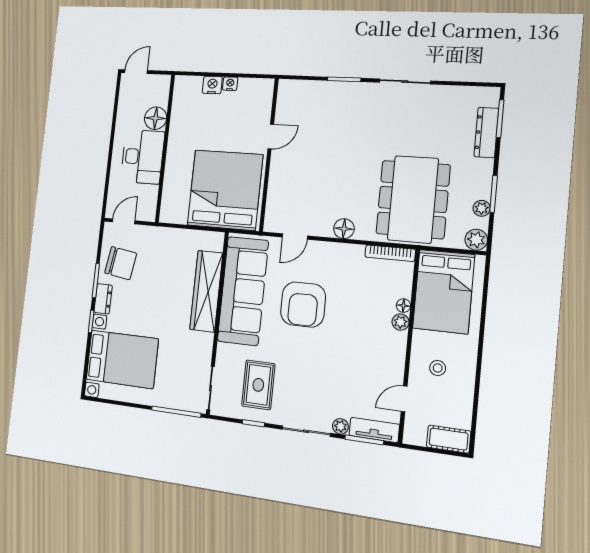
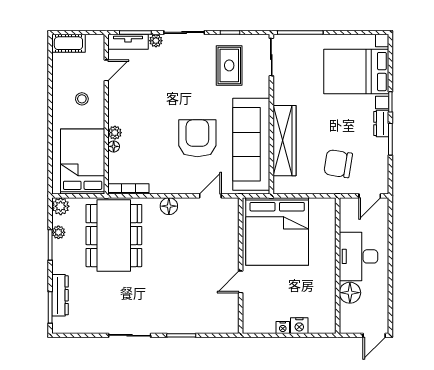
chair: (121, 263) -> (338, 164), moved

